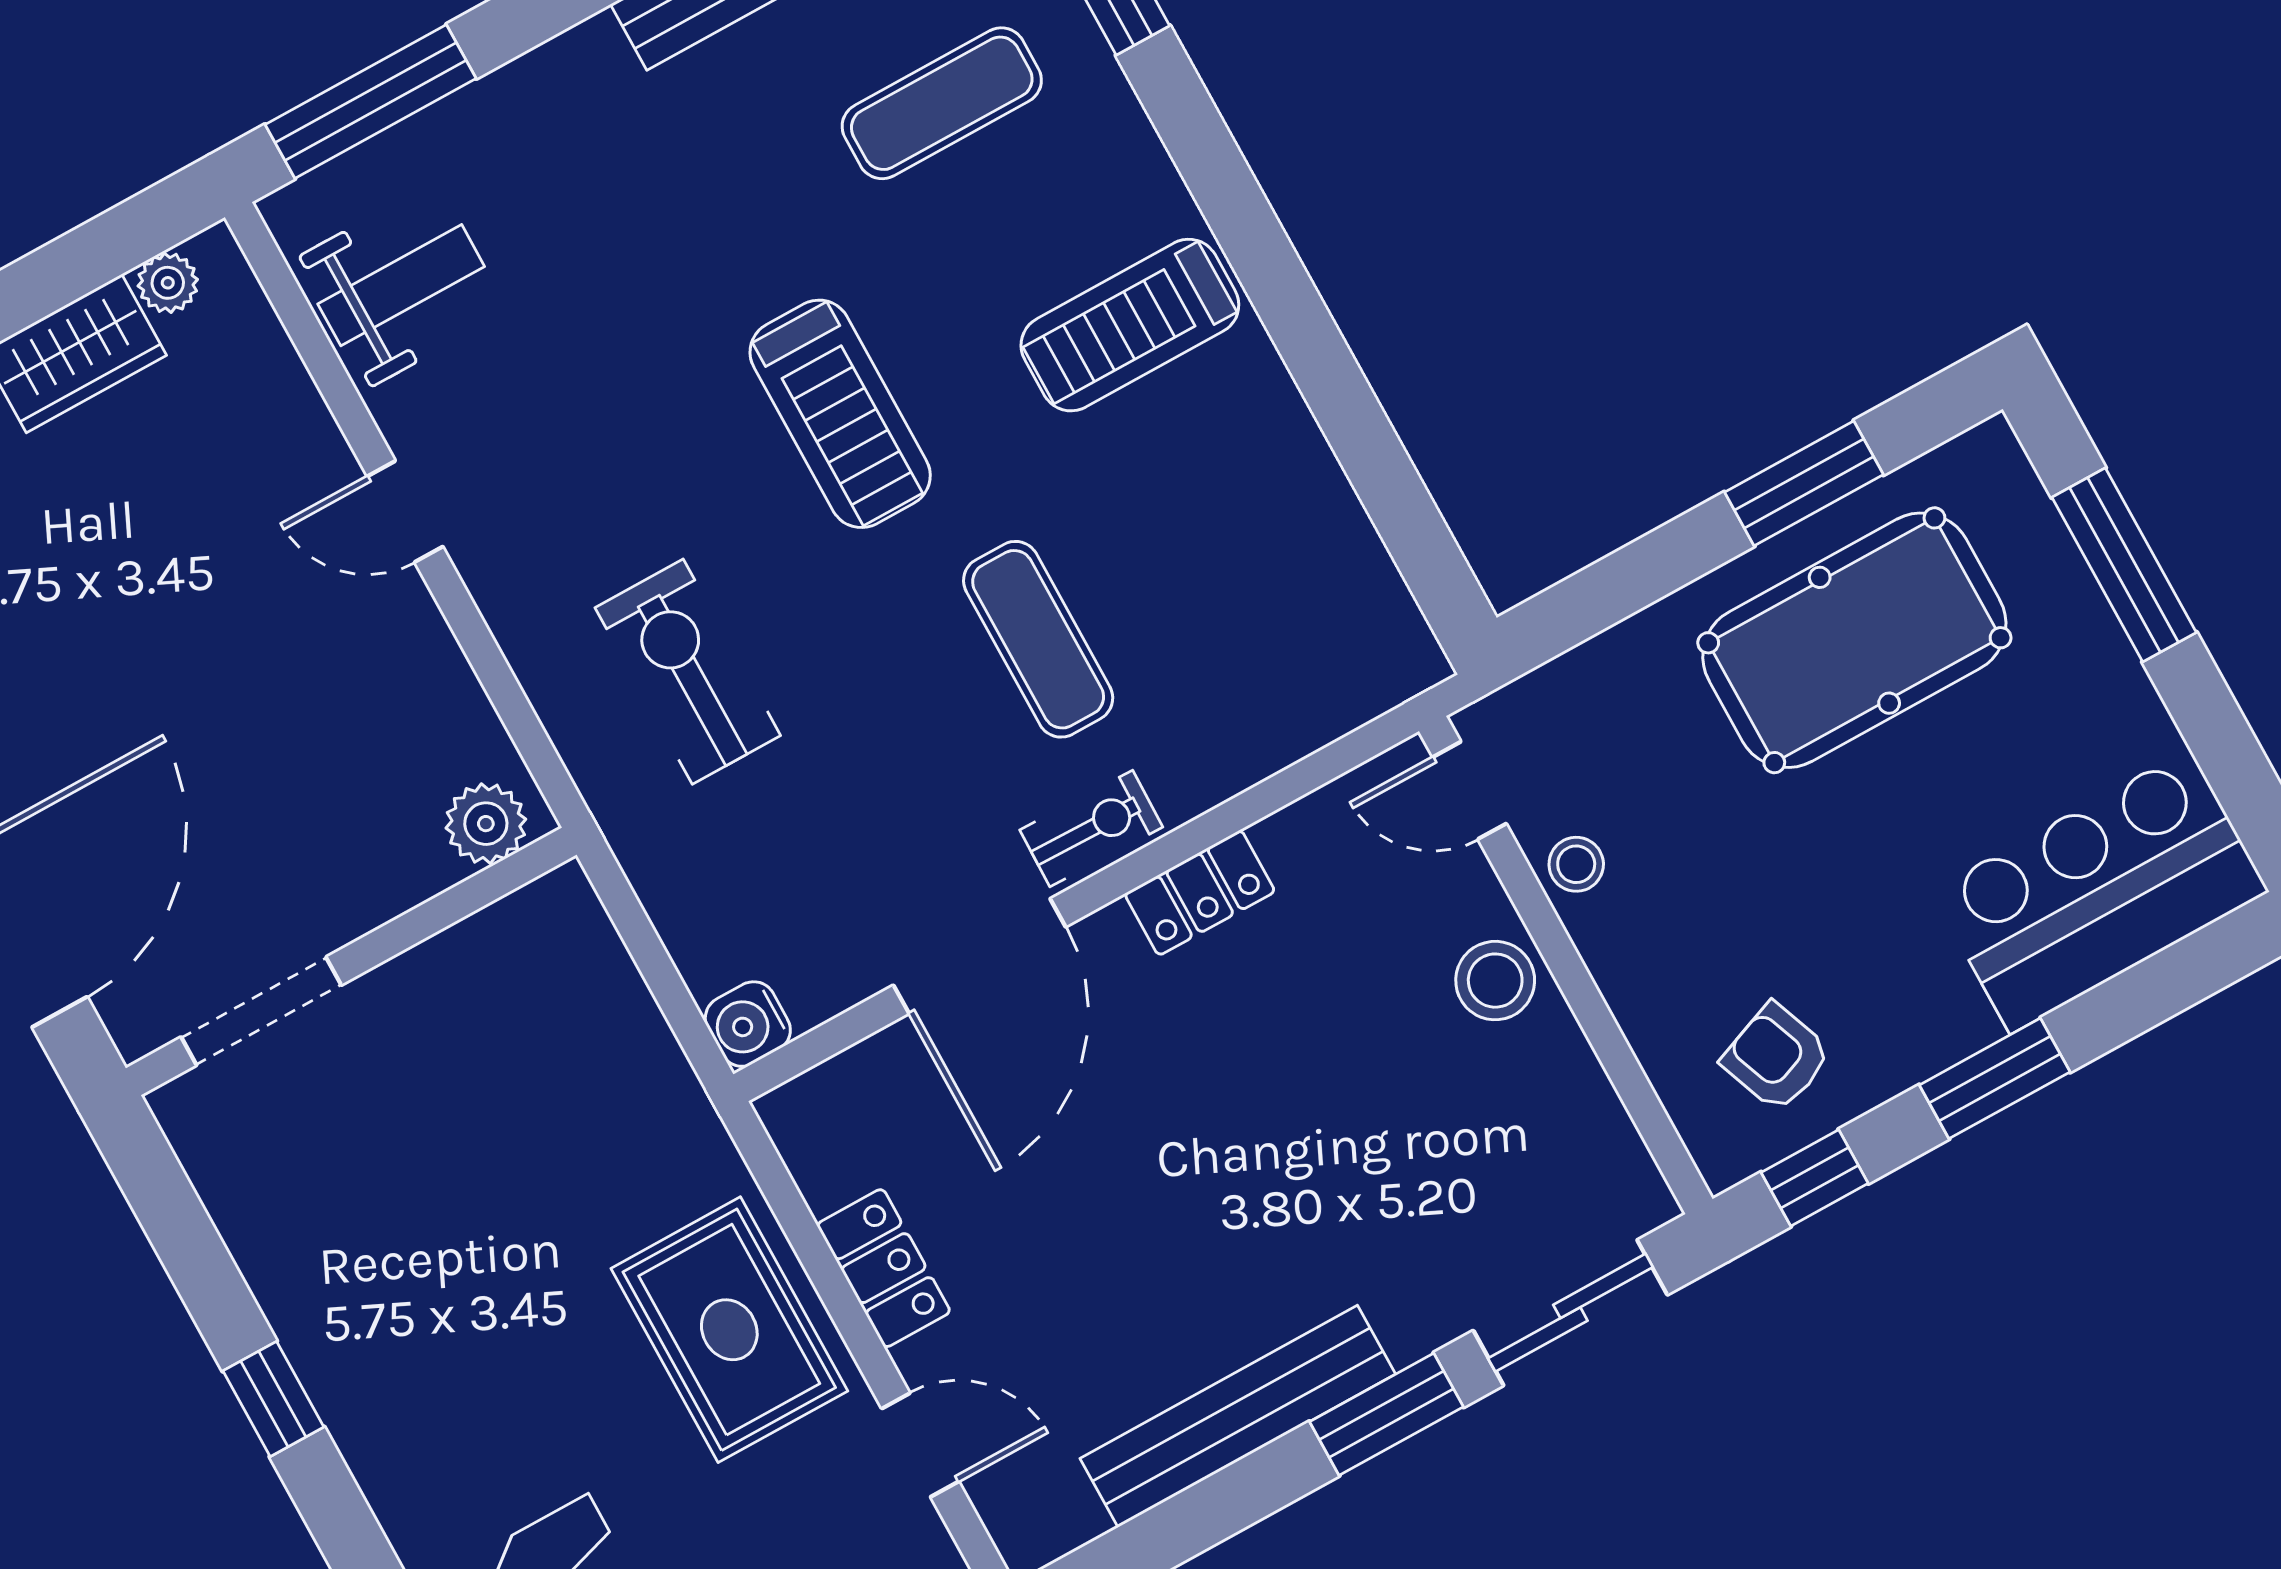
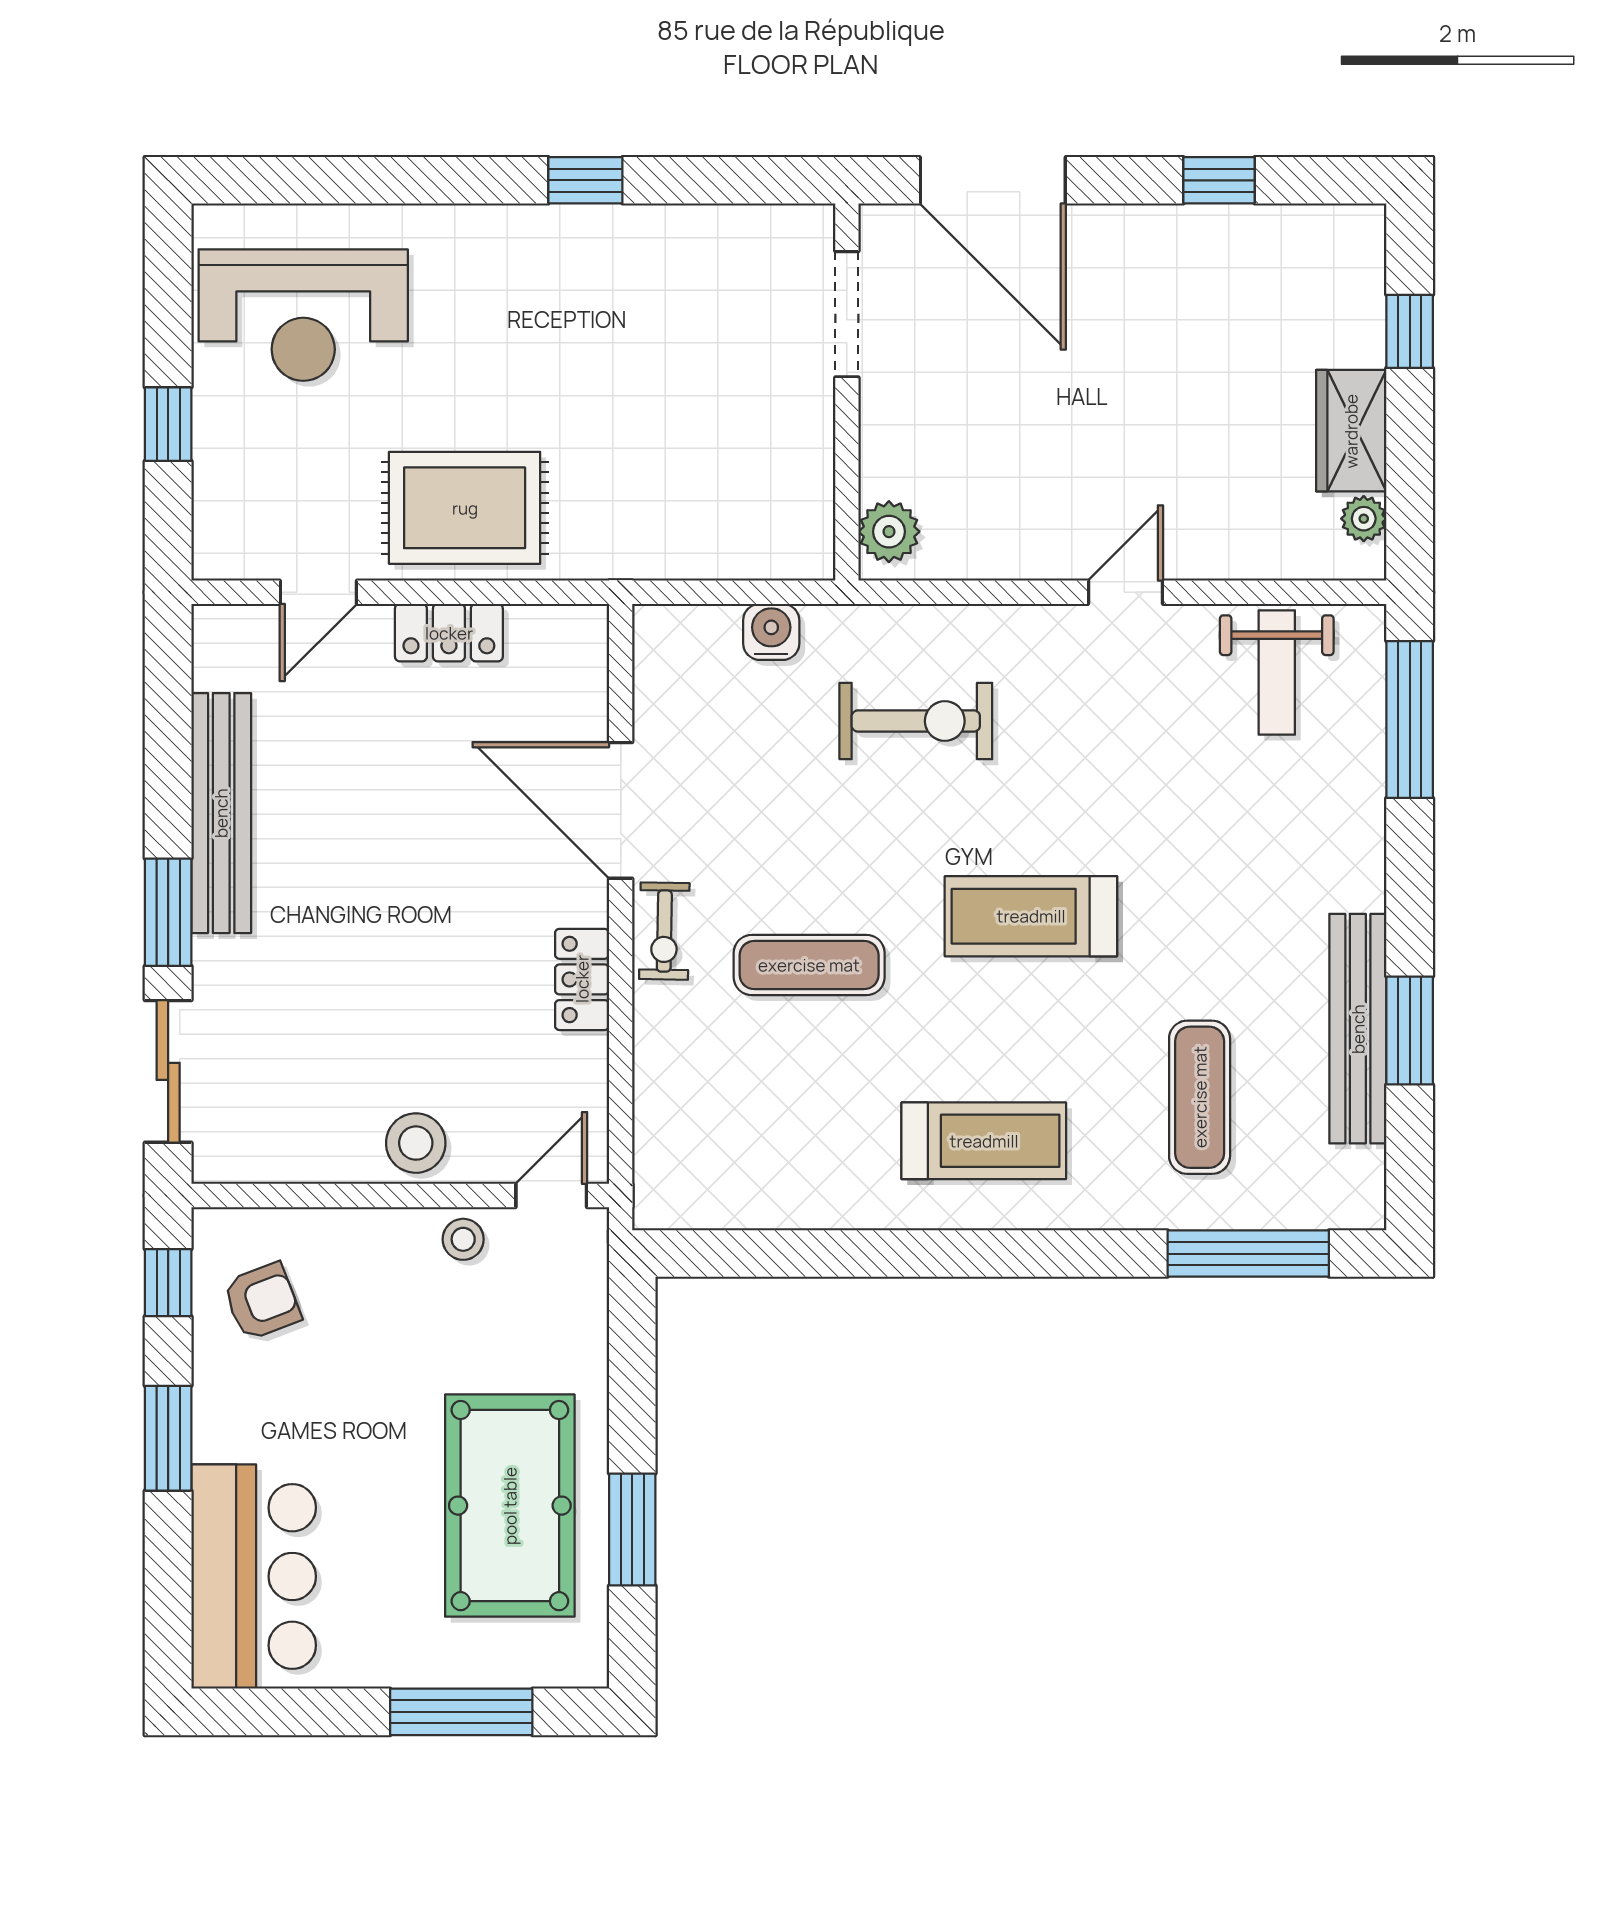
treadmill: (1130, 325) -> (984, 1141), turned 90
water cooler: (748, 1024) -> (771, 632), moved

